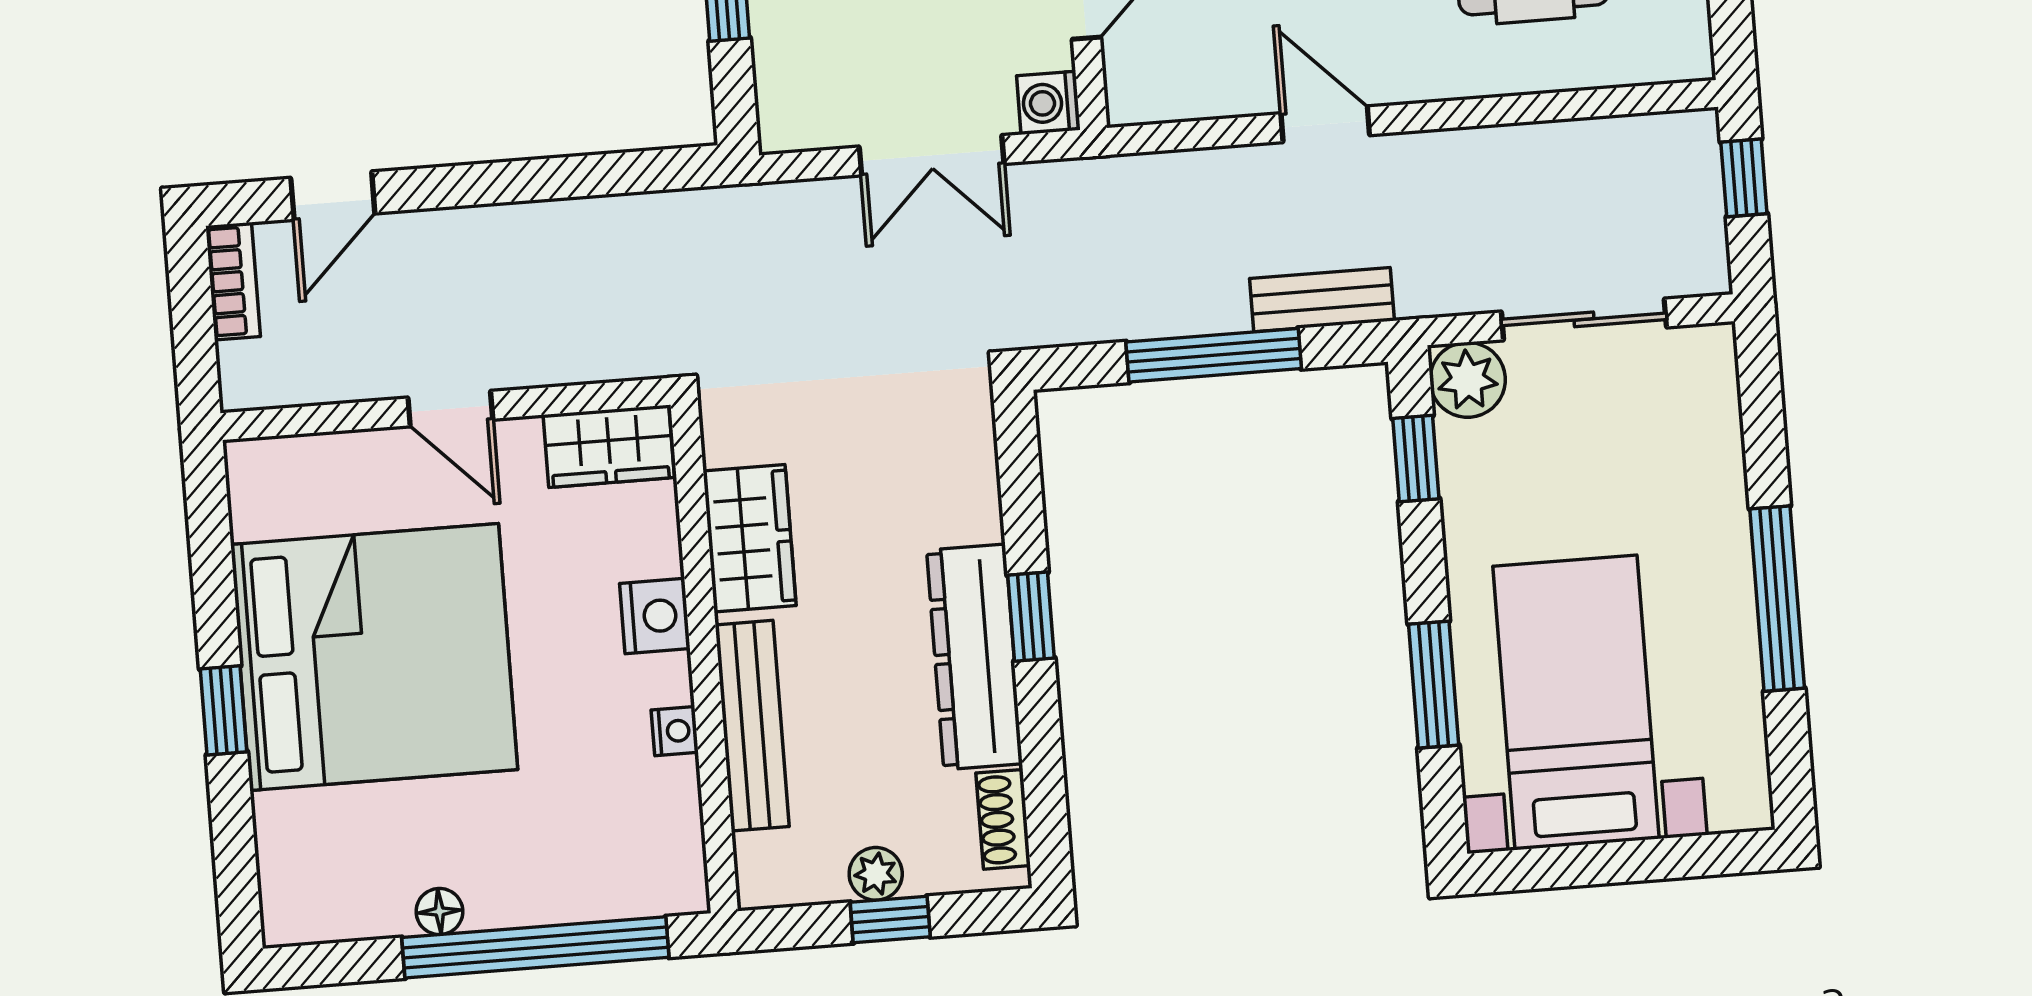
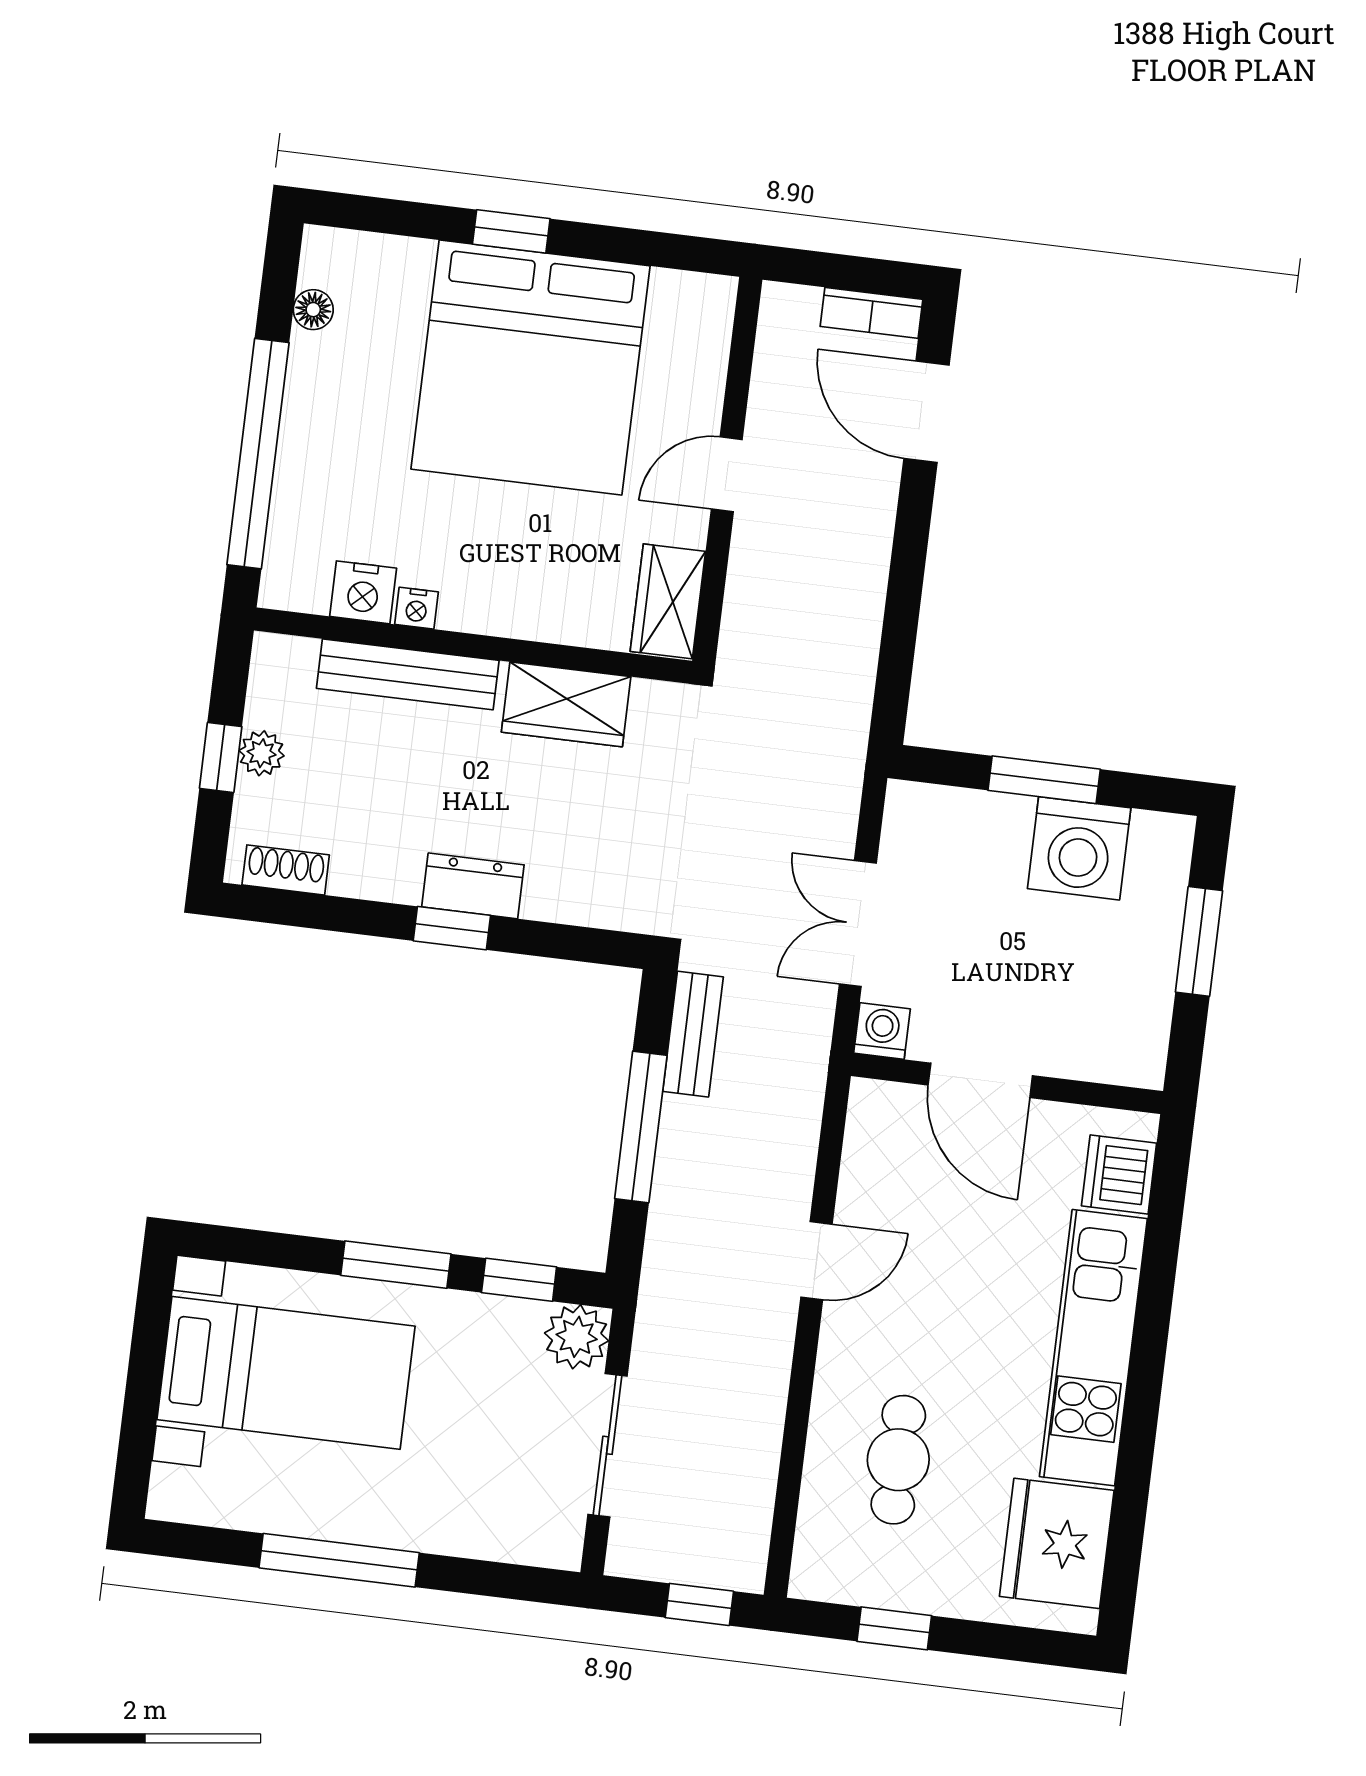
door: (333, 196) -> (926, 412), width x1.38
bench: (1322, 300) -> (693, 1034), moved
nightstand: (655, 616) -> (363, 592), moved
dresser: (974, 657) -> (473, 886), width x0.51, depth x0.80
window: (1434, 685) -> (396, 1265), moved
floor lamp: (439, 911) -> (313, 310), moved

